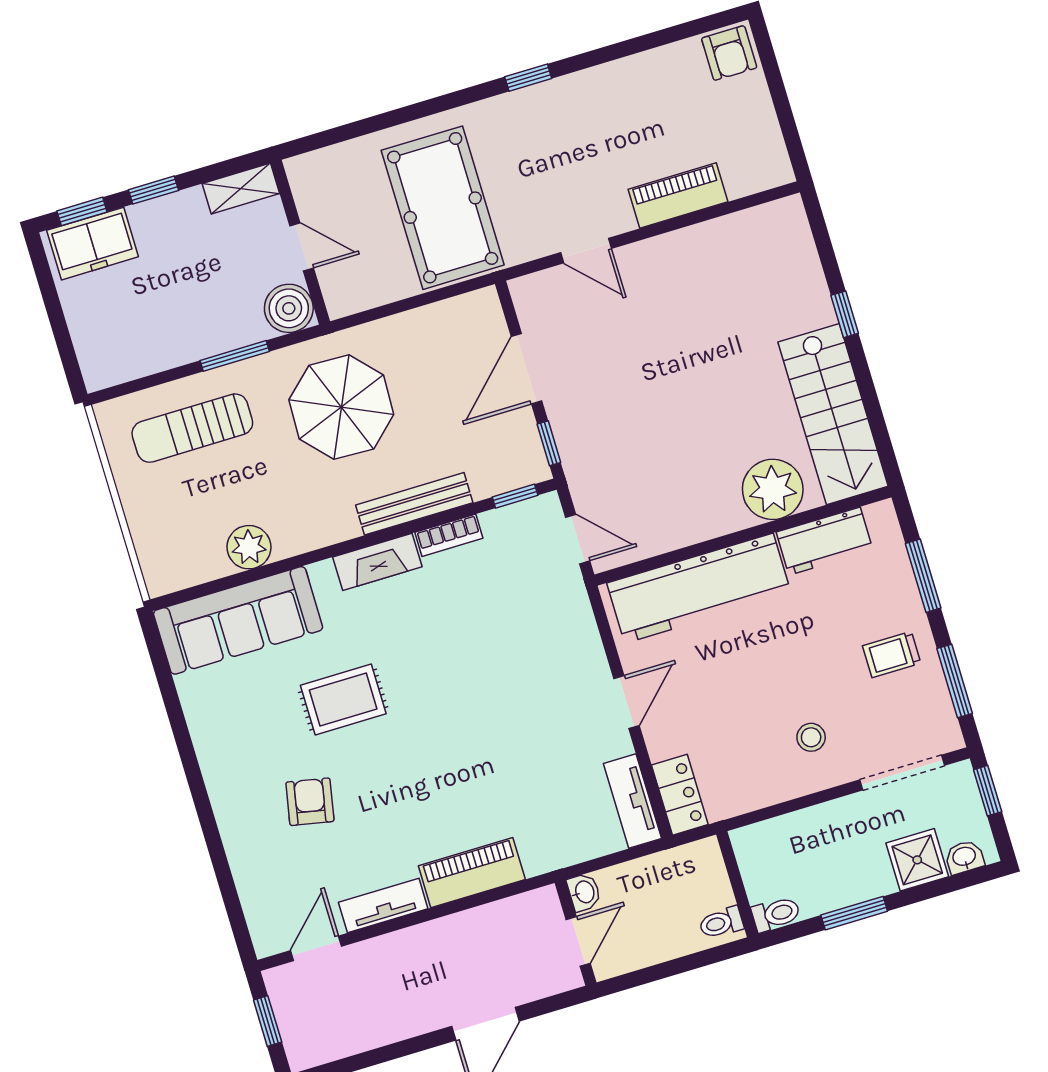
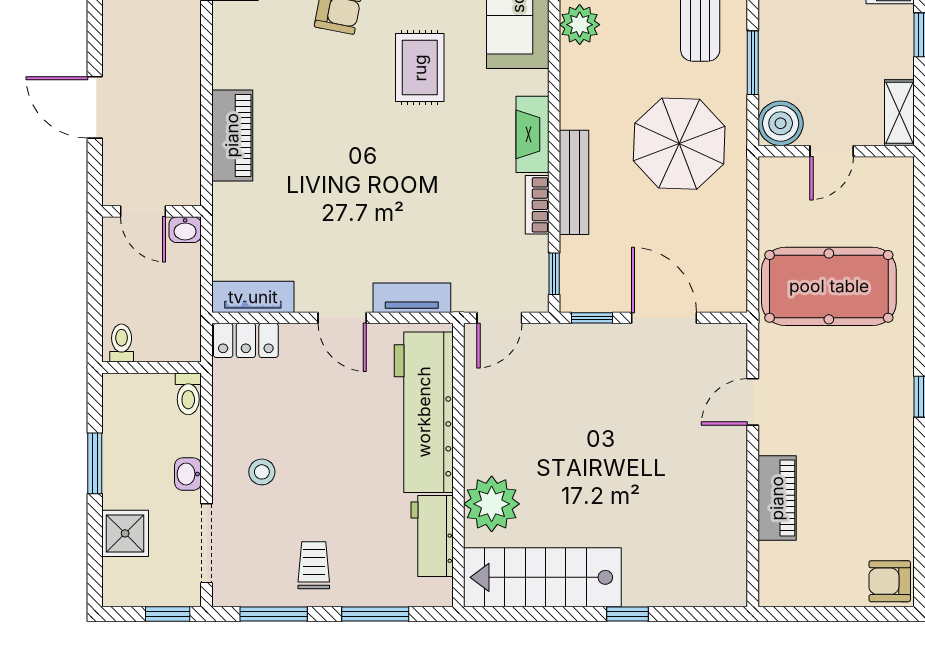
washbasin: (964, 857) -> (188, 474), moved, turned 180
tv unit: (383, 905) -> (412, 298), moved, turned -90
toilet: (776, 914) -> (188, 394), moved

